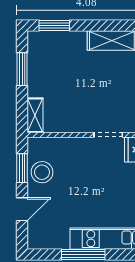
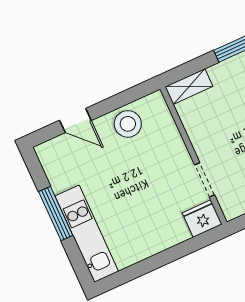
window: (22, 168) -> (122, 99), removed

